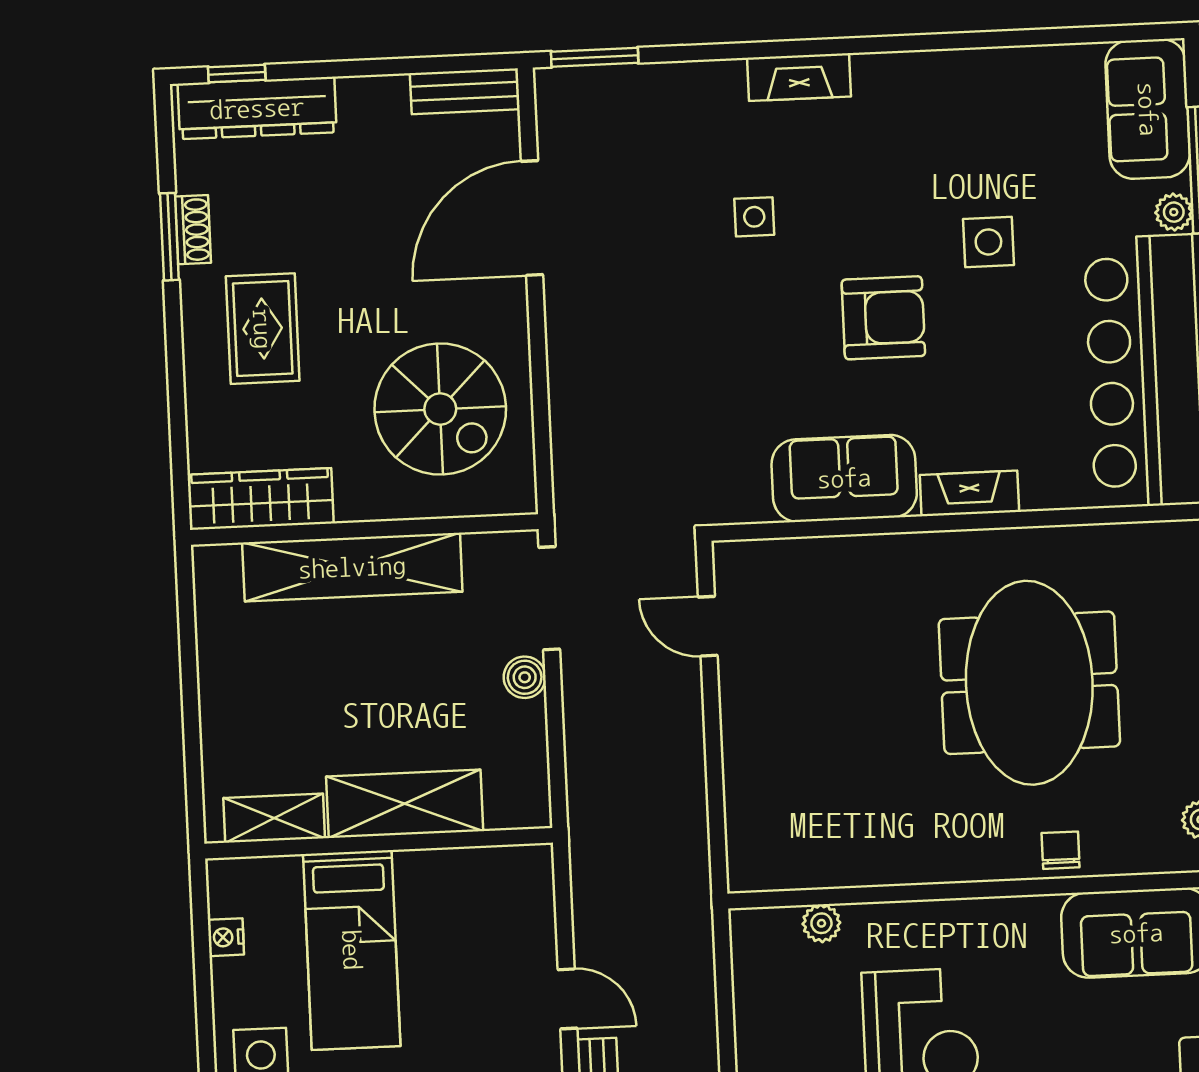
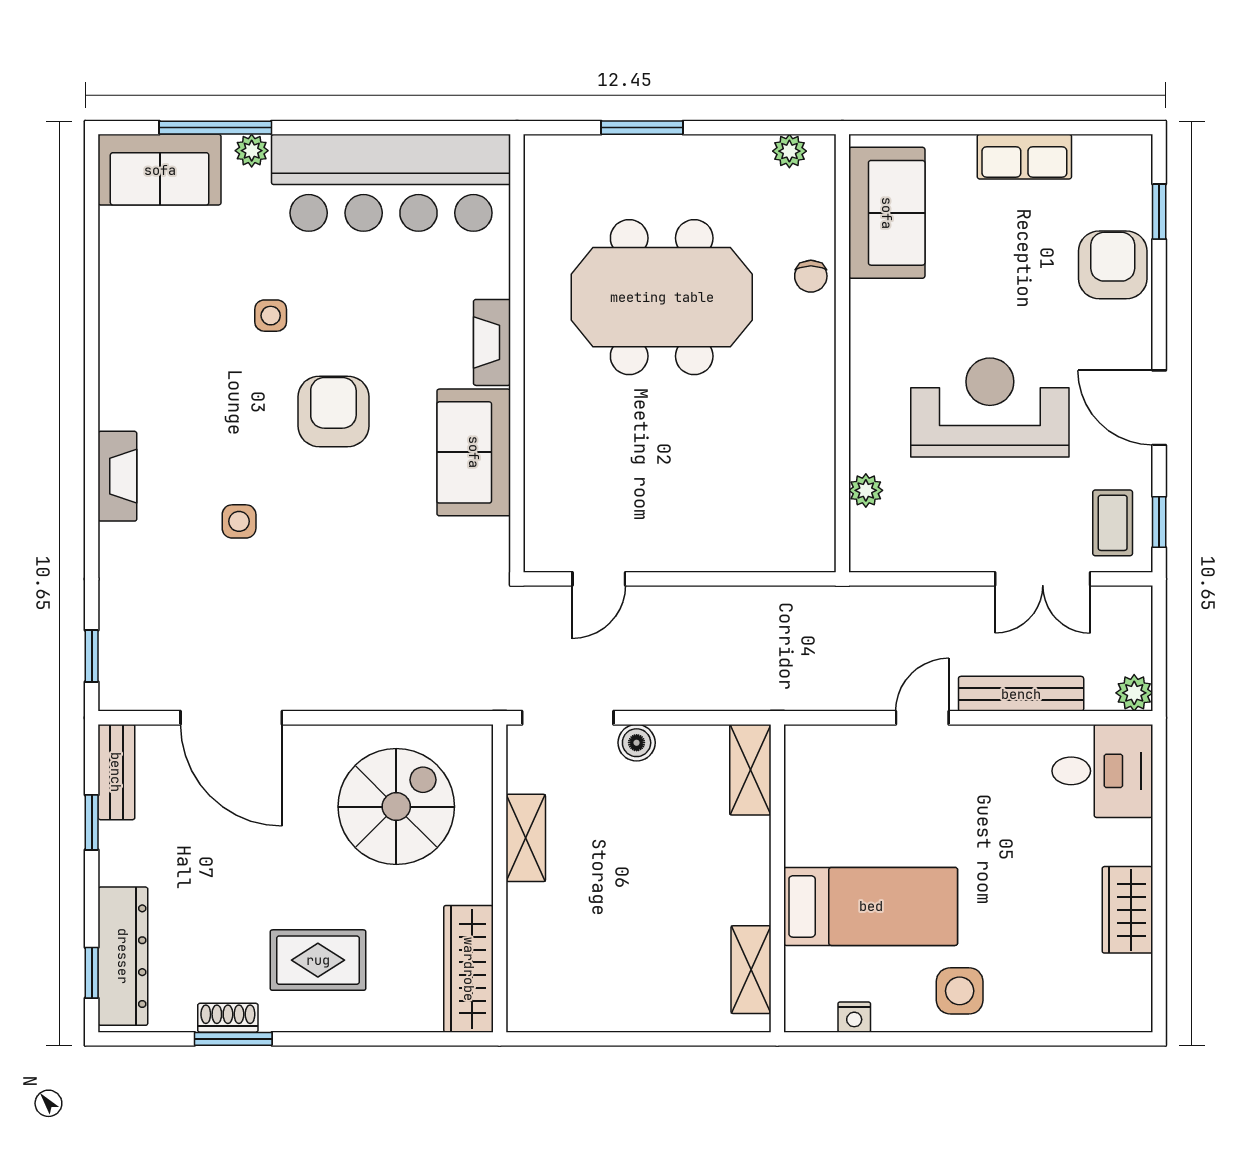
window: (595, 57) -> (92, 656), width x0.67
window: (407, 66) -> (92, 822), added
side table: (988, 242) -> (271, 316), width x0.73, depth x0.73
shelving: (352, 567) -> (526, 838), width x0.45, depth x0.75
shelving: (405, 804) -> (750, 770), moved, width x0.67, depth x0.75
chair: (1061, 850) -> (811, 276), turned -90

